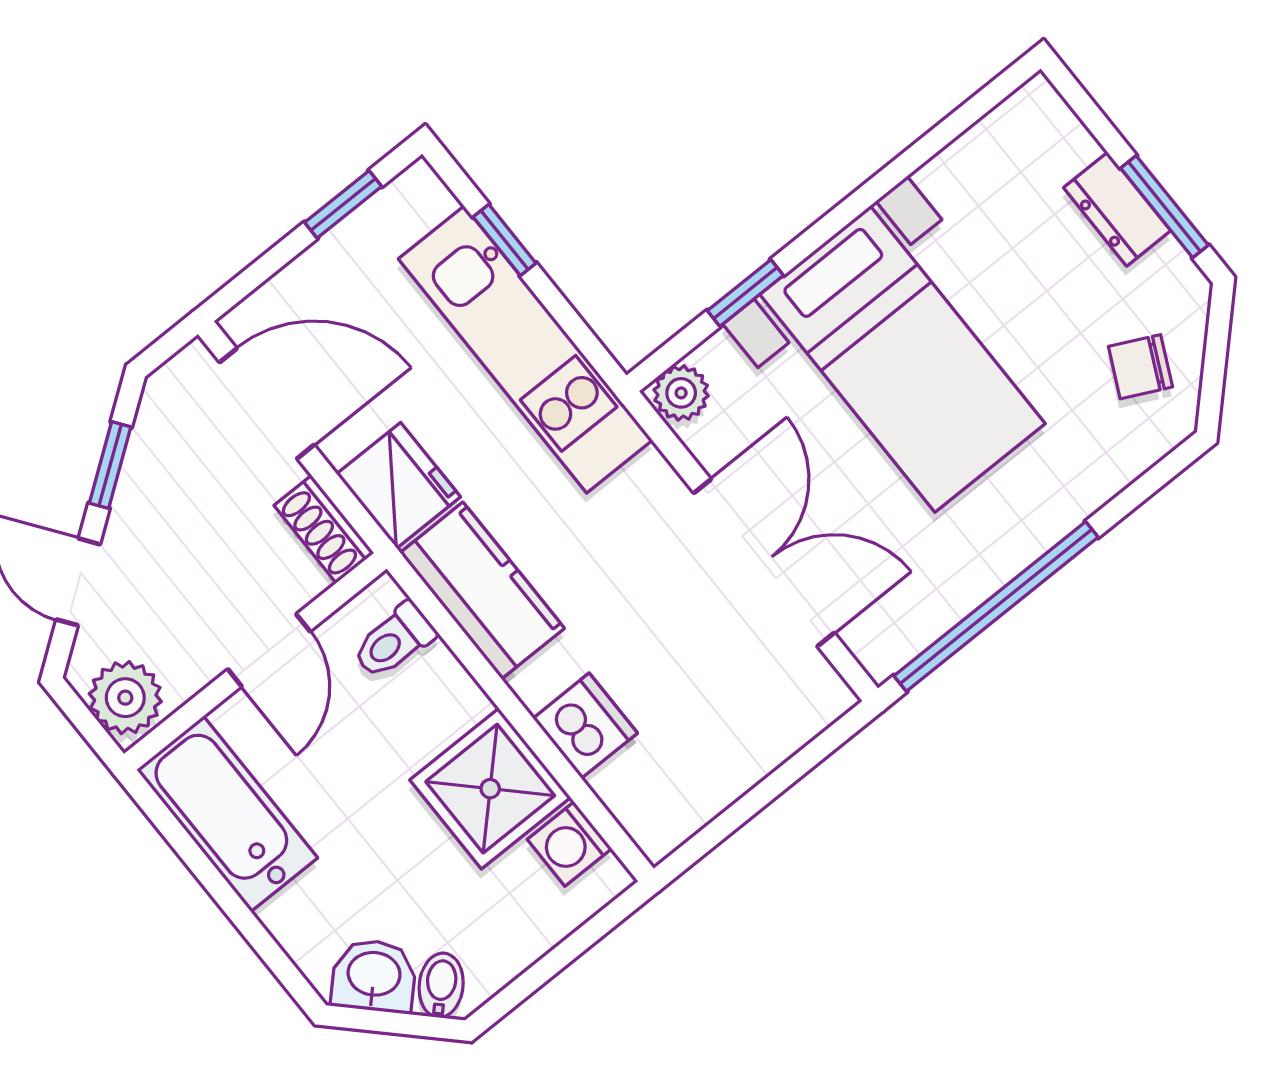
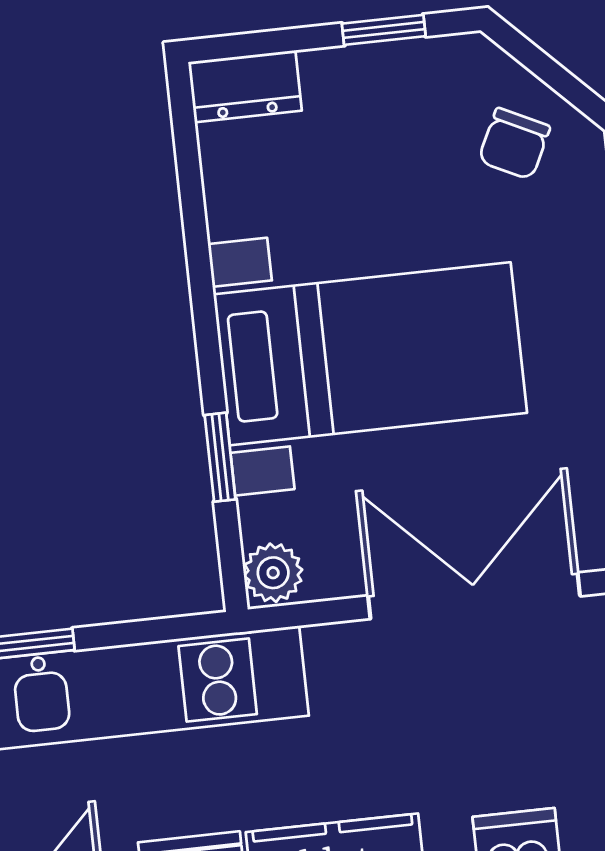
window: (1164, 207) -> (384, 30), width x0.67
dresser: (1117, 209) -> (245, 86), moved

